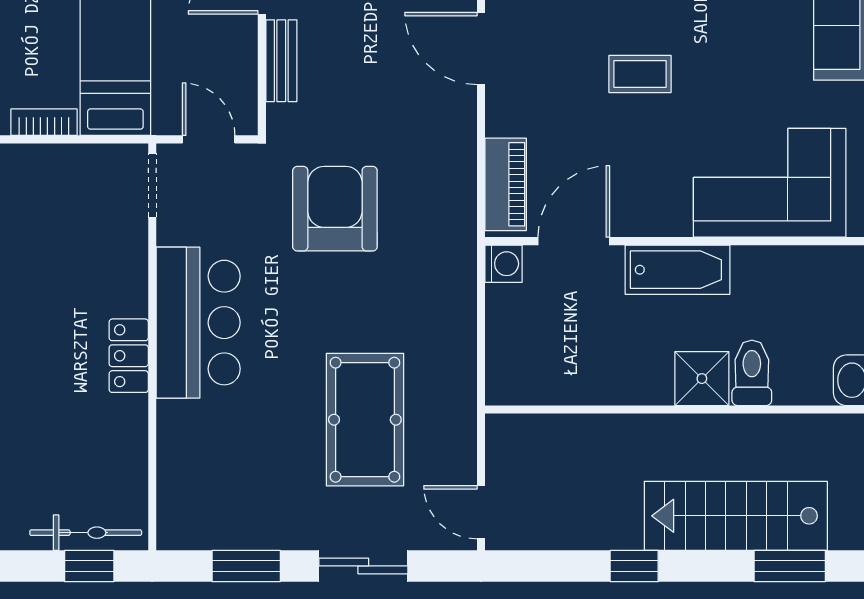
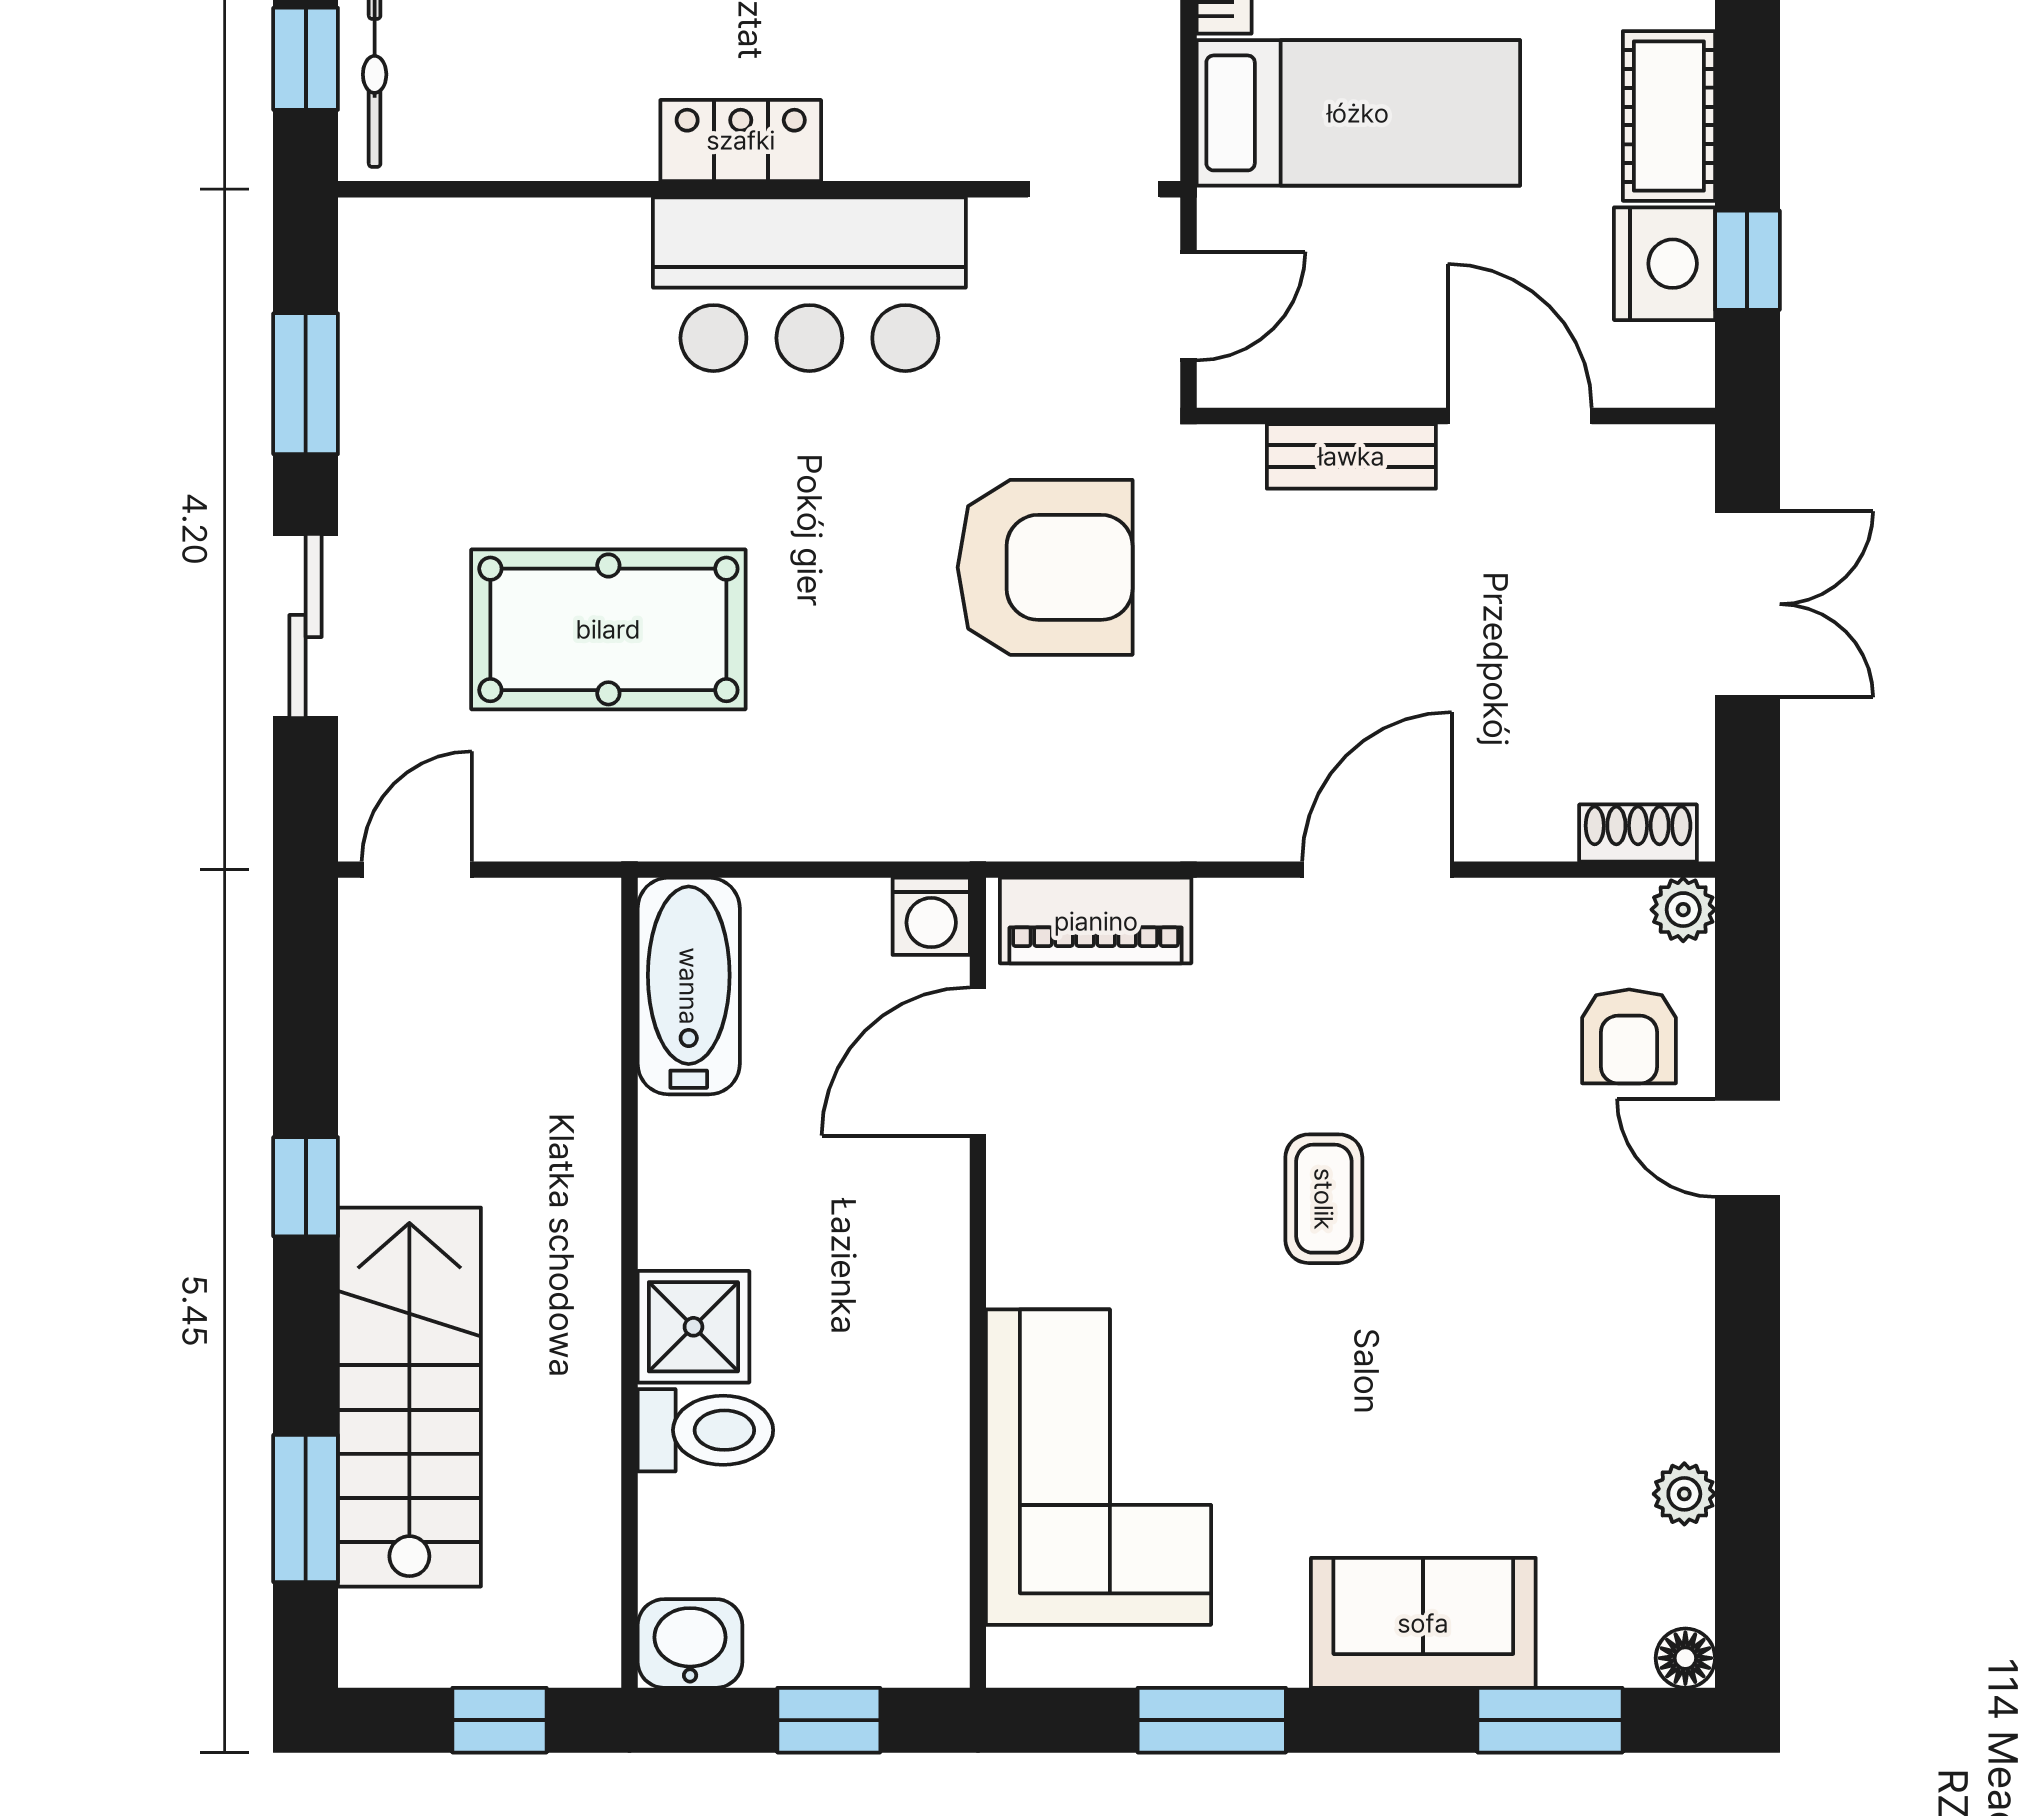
door: (574, 241) -> (978, 1062), swing flipped
bathtub: (677, 270) -> (689, 986), moved, turned 180

